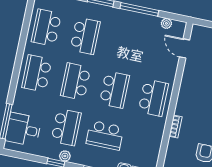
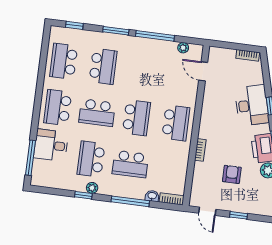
school desk: (76, 81) -> (97, 113), turned -90
school desk: (66, 127) -> (91, 159), turned 180
desk: (23, 130) -> (51, 145), moved

